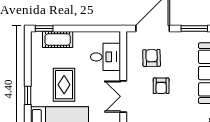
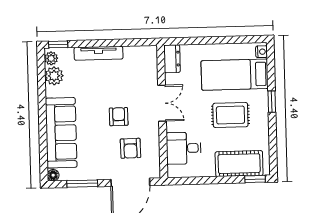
cot: (58, 40) -> (239, 164), width x1.37, depth x1.34
rug: (64, 85) -> (230, 115), turned 90

